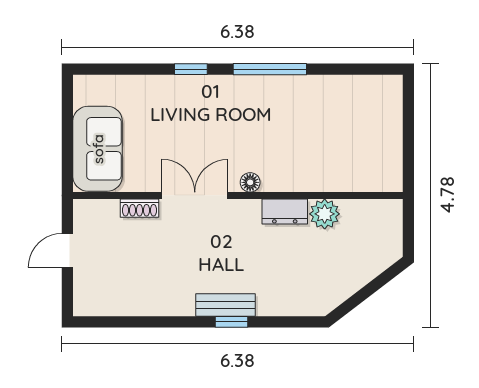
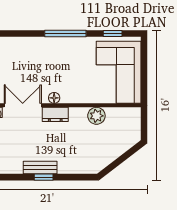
window: (191, 69) -> (113, 34), moved
corner sofa: (364, 137) -> (119, 72), added
dresser: (285, 211) -> (55, 114), moved

